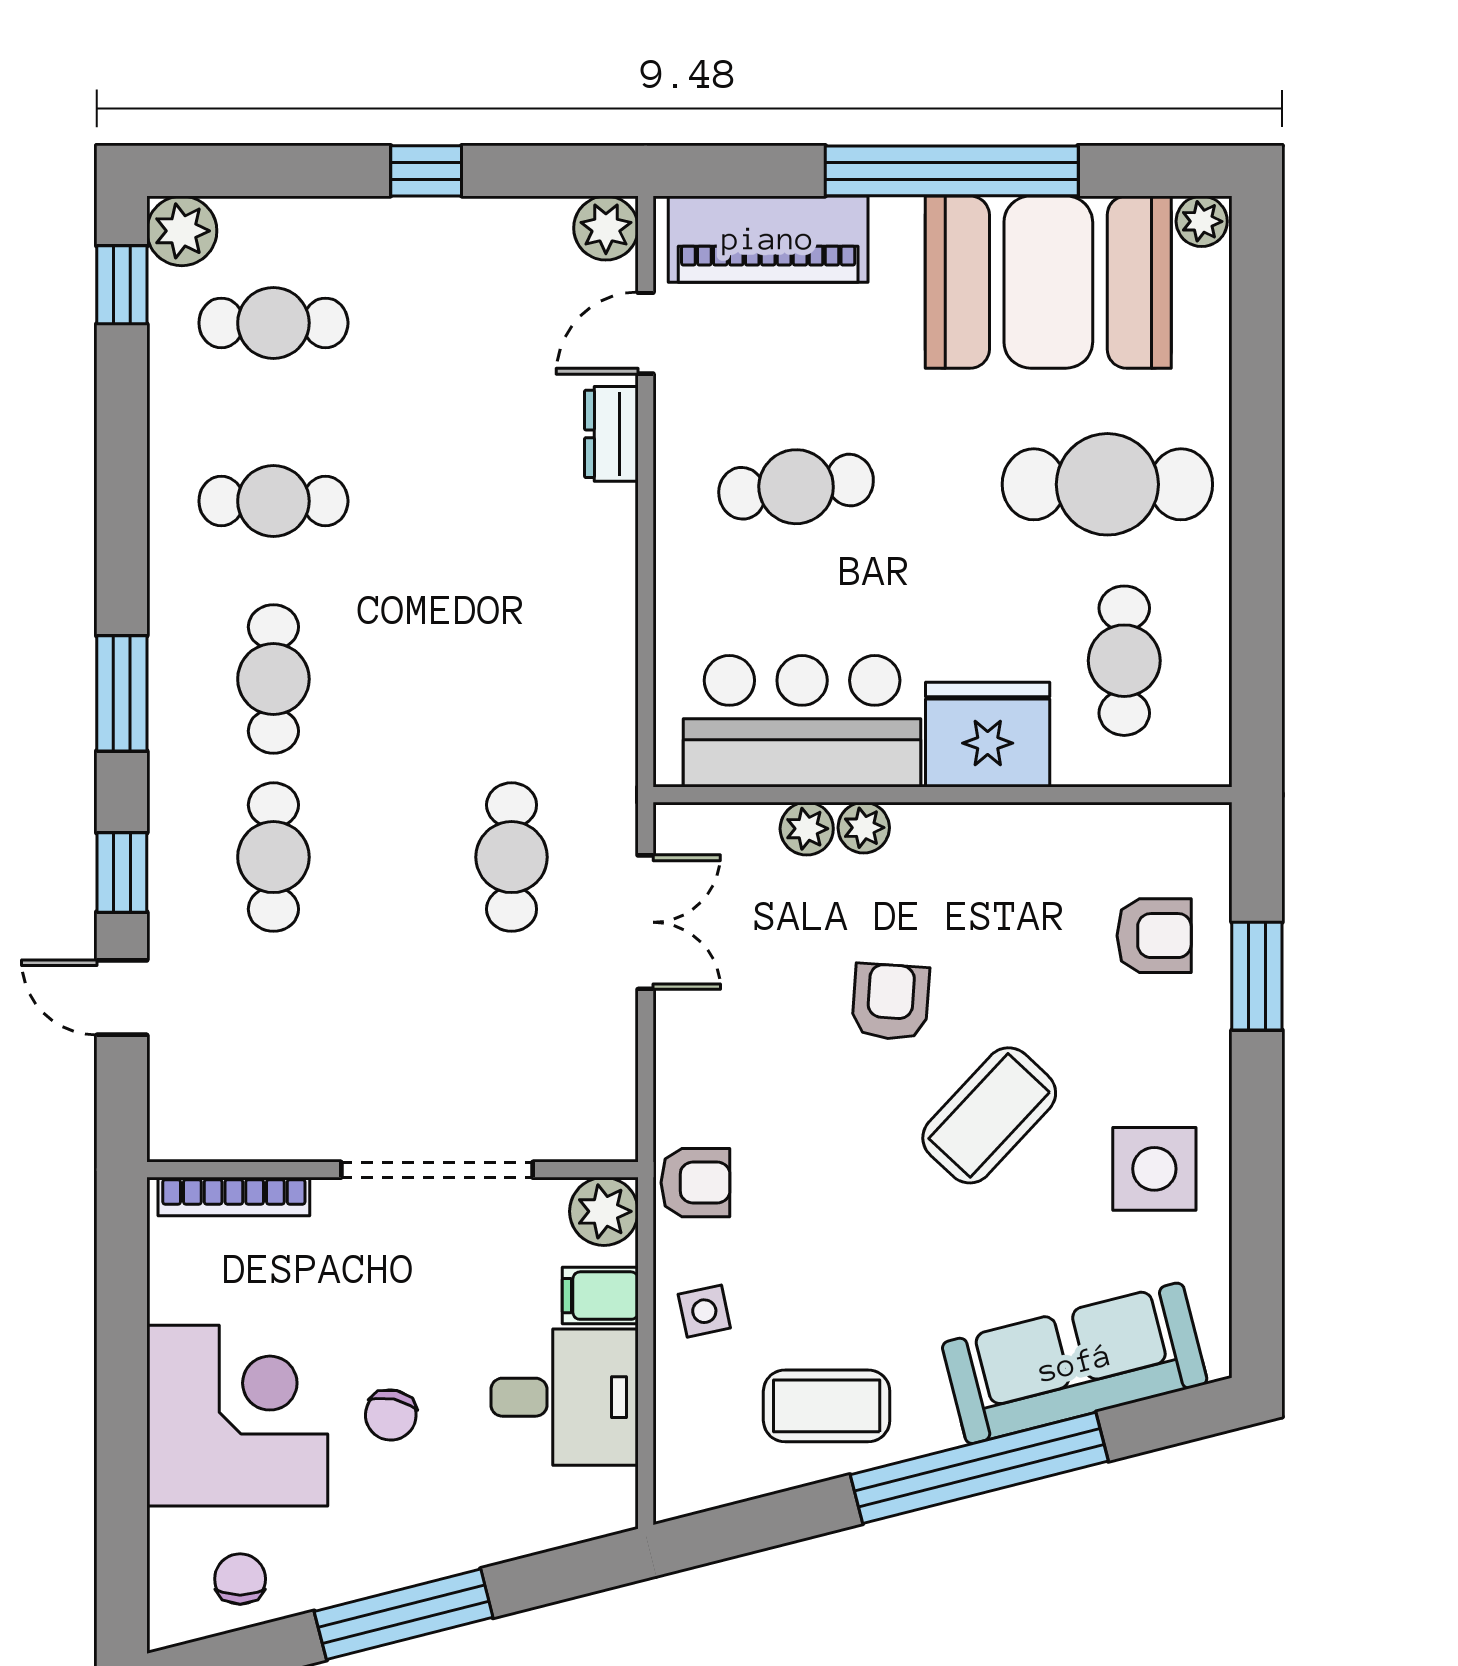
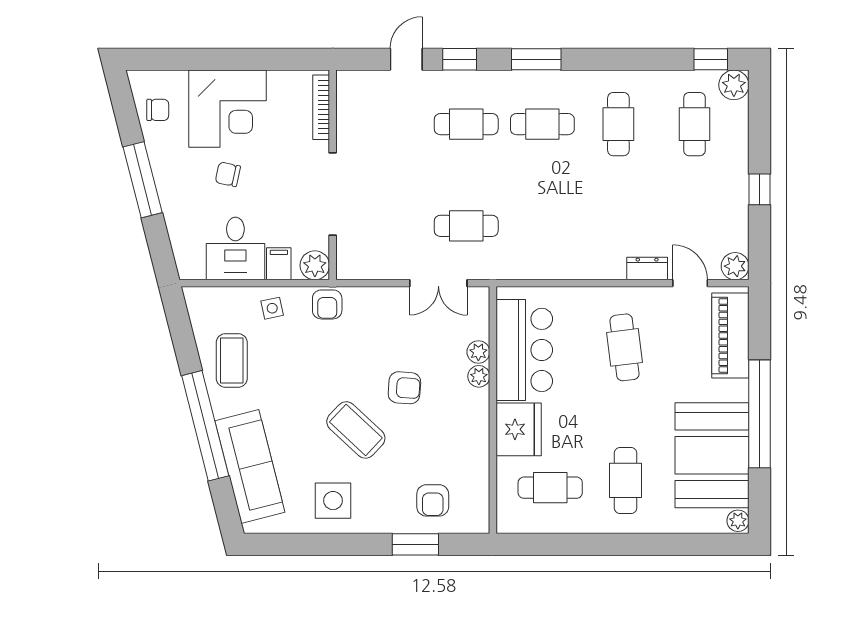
cafe table: (1107, 484) -> (626, 480), width x0.73, depth x0.74

